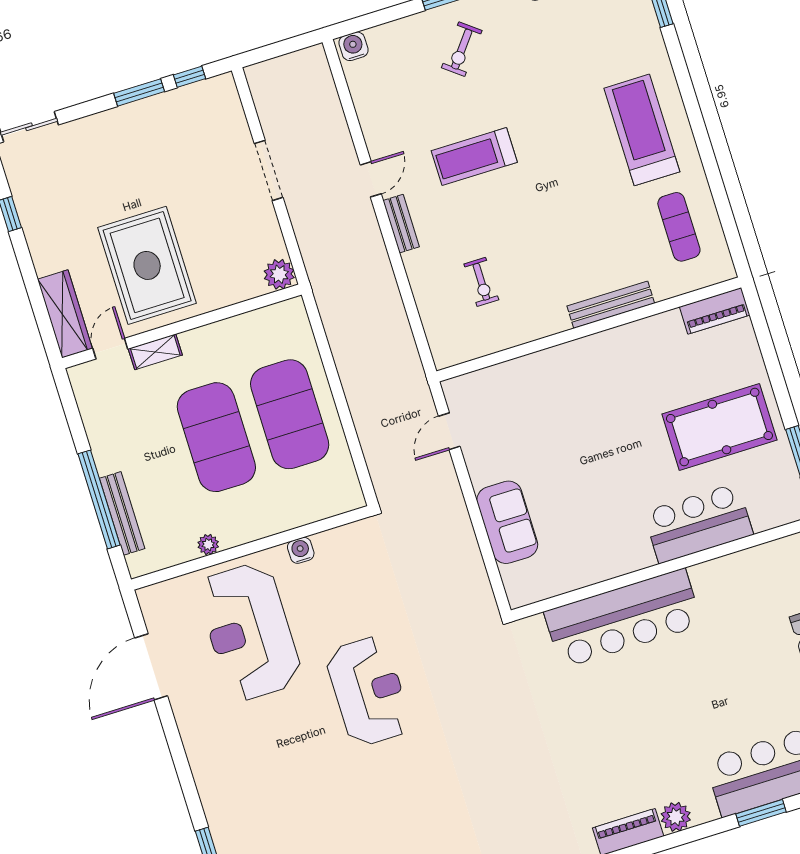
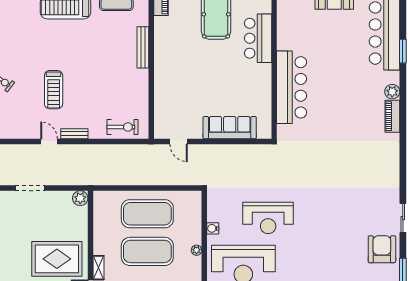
exercise bike: (481, 282) -> (122, 127), moved, width x1.38, depth x1.39
sofa: (507, 522) -> (230, 128), width x1.36
plant: (208, 545) -> (196, 250), moved
reception desk: (369, 691) -> (268, 218), moved, turned 180

